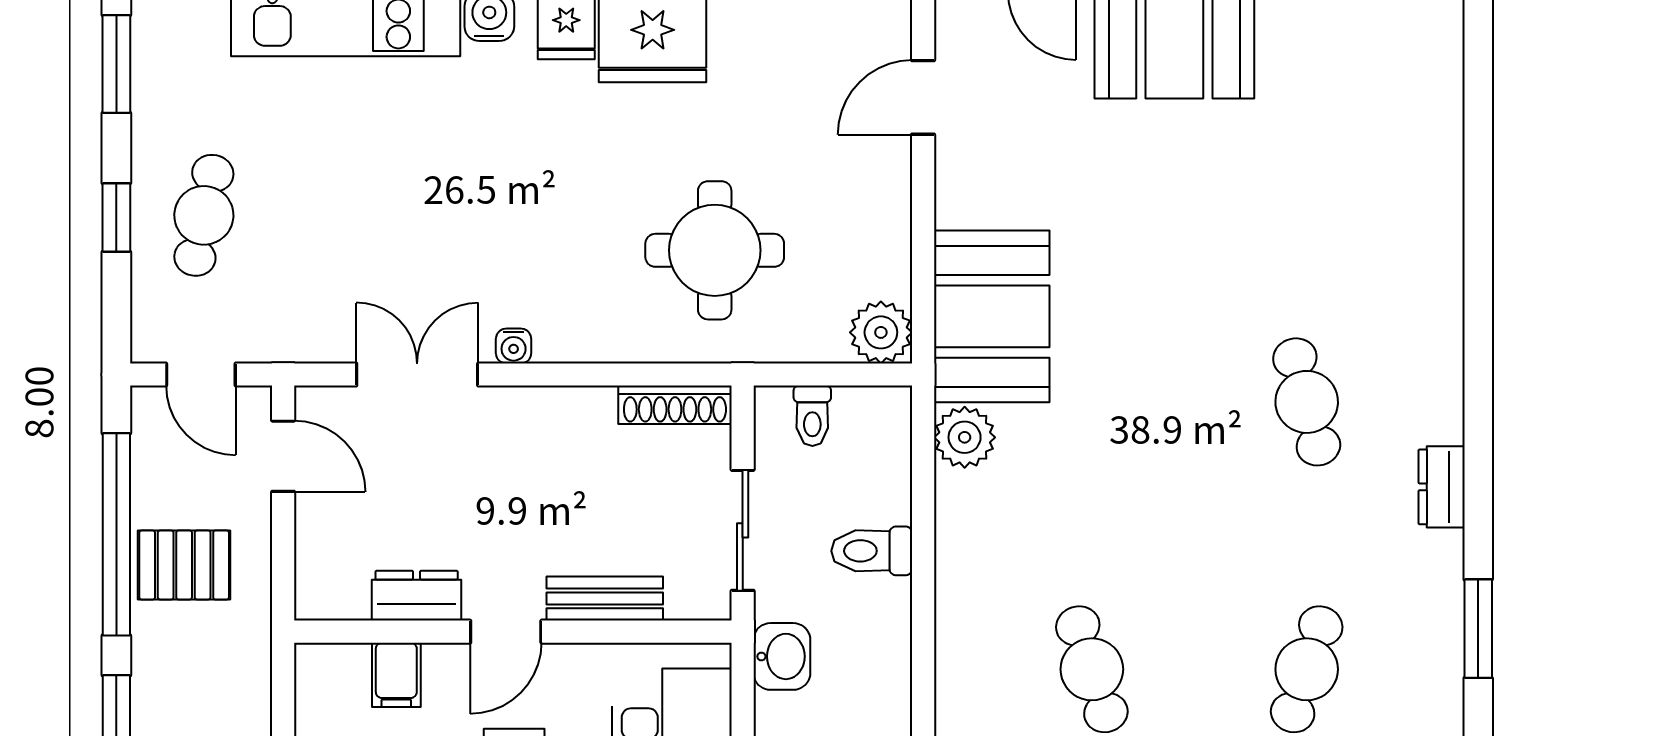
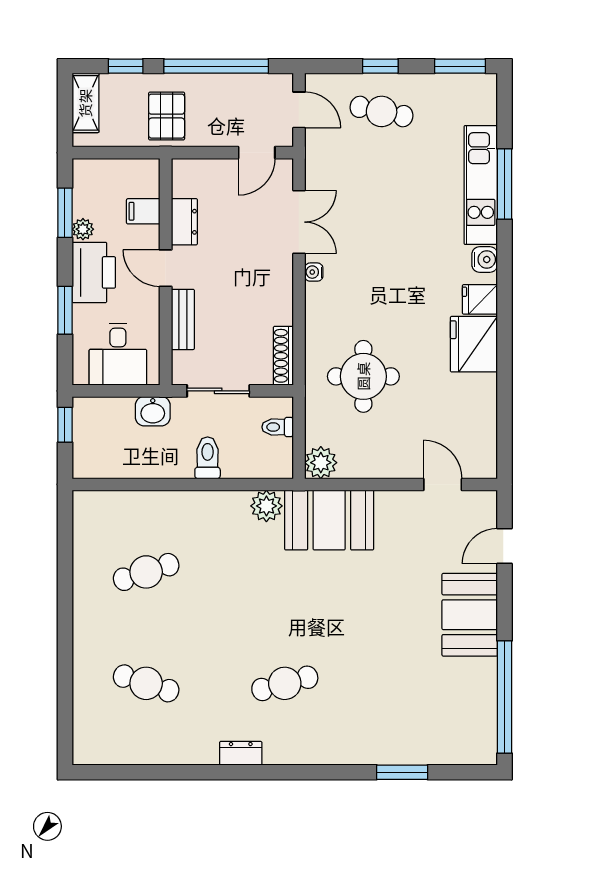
door: (201, 375) -> (299, 110), swing flipped
pallet: (184, 565) -> (167, 116), moved
window: (1478, 629) -> (402, 772), moved

